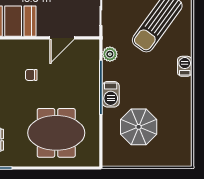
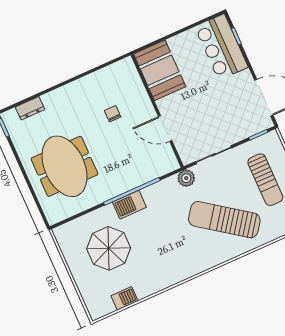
plant: (110, 54) -> (186, 178), moved
barbecue: (185, 66) -> (124, 298), moved

